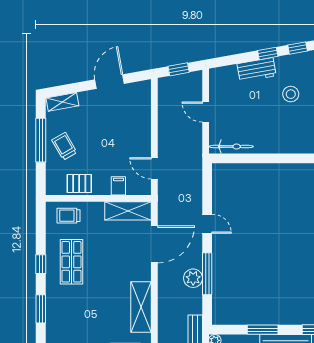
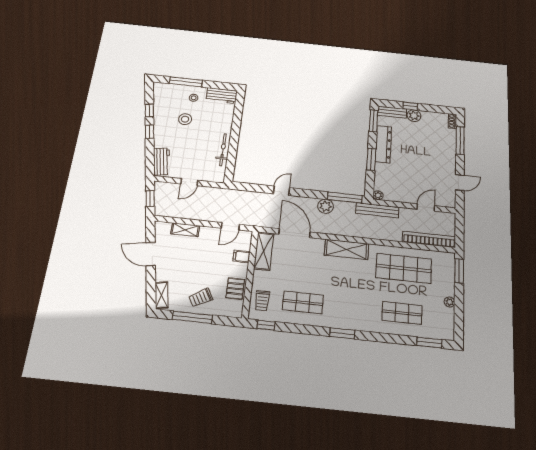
workbench: (257, 70) -> (162, 162), moved
shelving: (144, 116) -> (185, 230), added
bicycle: (231, 147) -> (223, 150), moved
window: (41, 264) -> (266, 325), moved
window: (207, 274) -> (345, 198), moved

